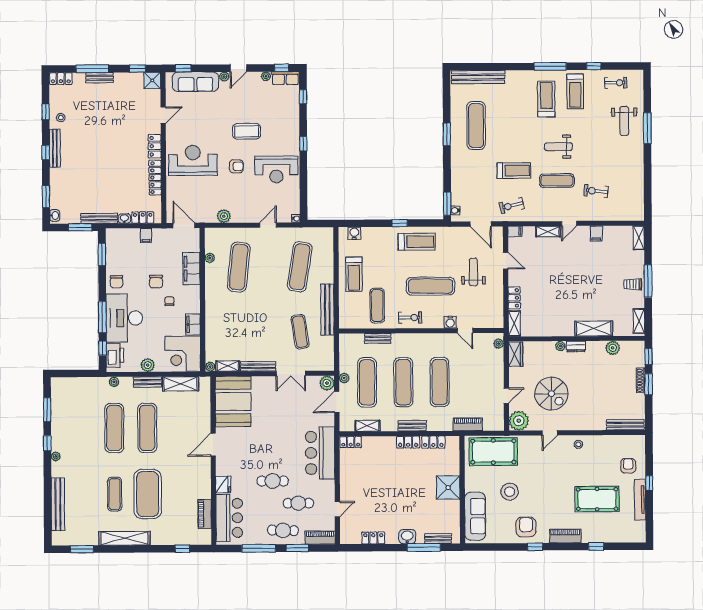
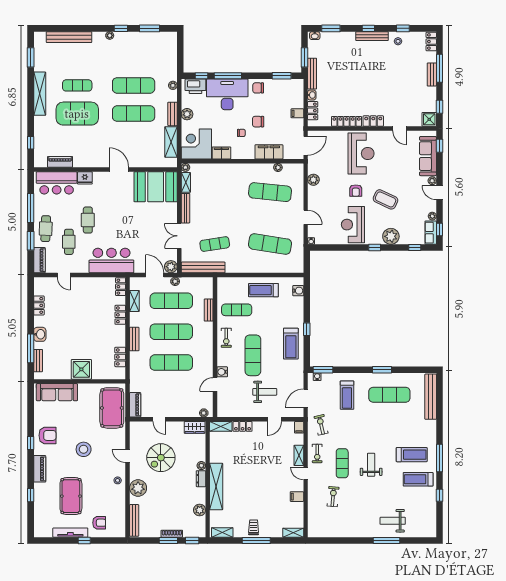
exercise bike: (616, 83) -> (317, 454), moved
plant: (290, 125) -> (391, 236), added
coffee table: (247, 131) -> (386, 199), turned -65
treadmill: (514, 171) -> (347, 395), moved
bench: (327, 310) -> (203, 267), moved
shelving: (594, 329) -> (216, 486), width x1.47
plant: (519, 421) -> (138, 488), moved
piano: (468, 424) -> (135, 405), moved
locker: (408, 442) -> (120, 315), moved
stool: (510, 492) -> (84, 449), moved

